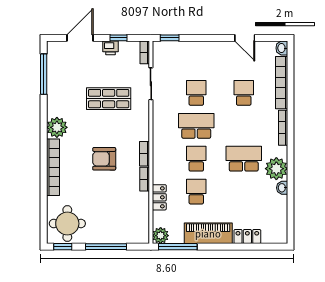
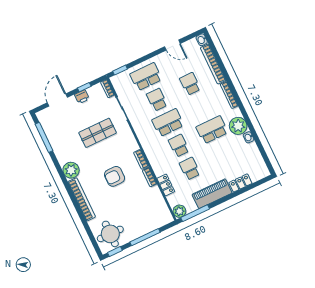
school desk: (196, 60) -> (146, 77), added

